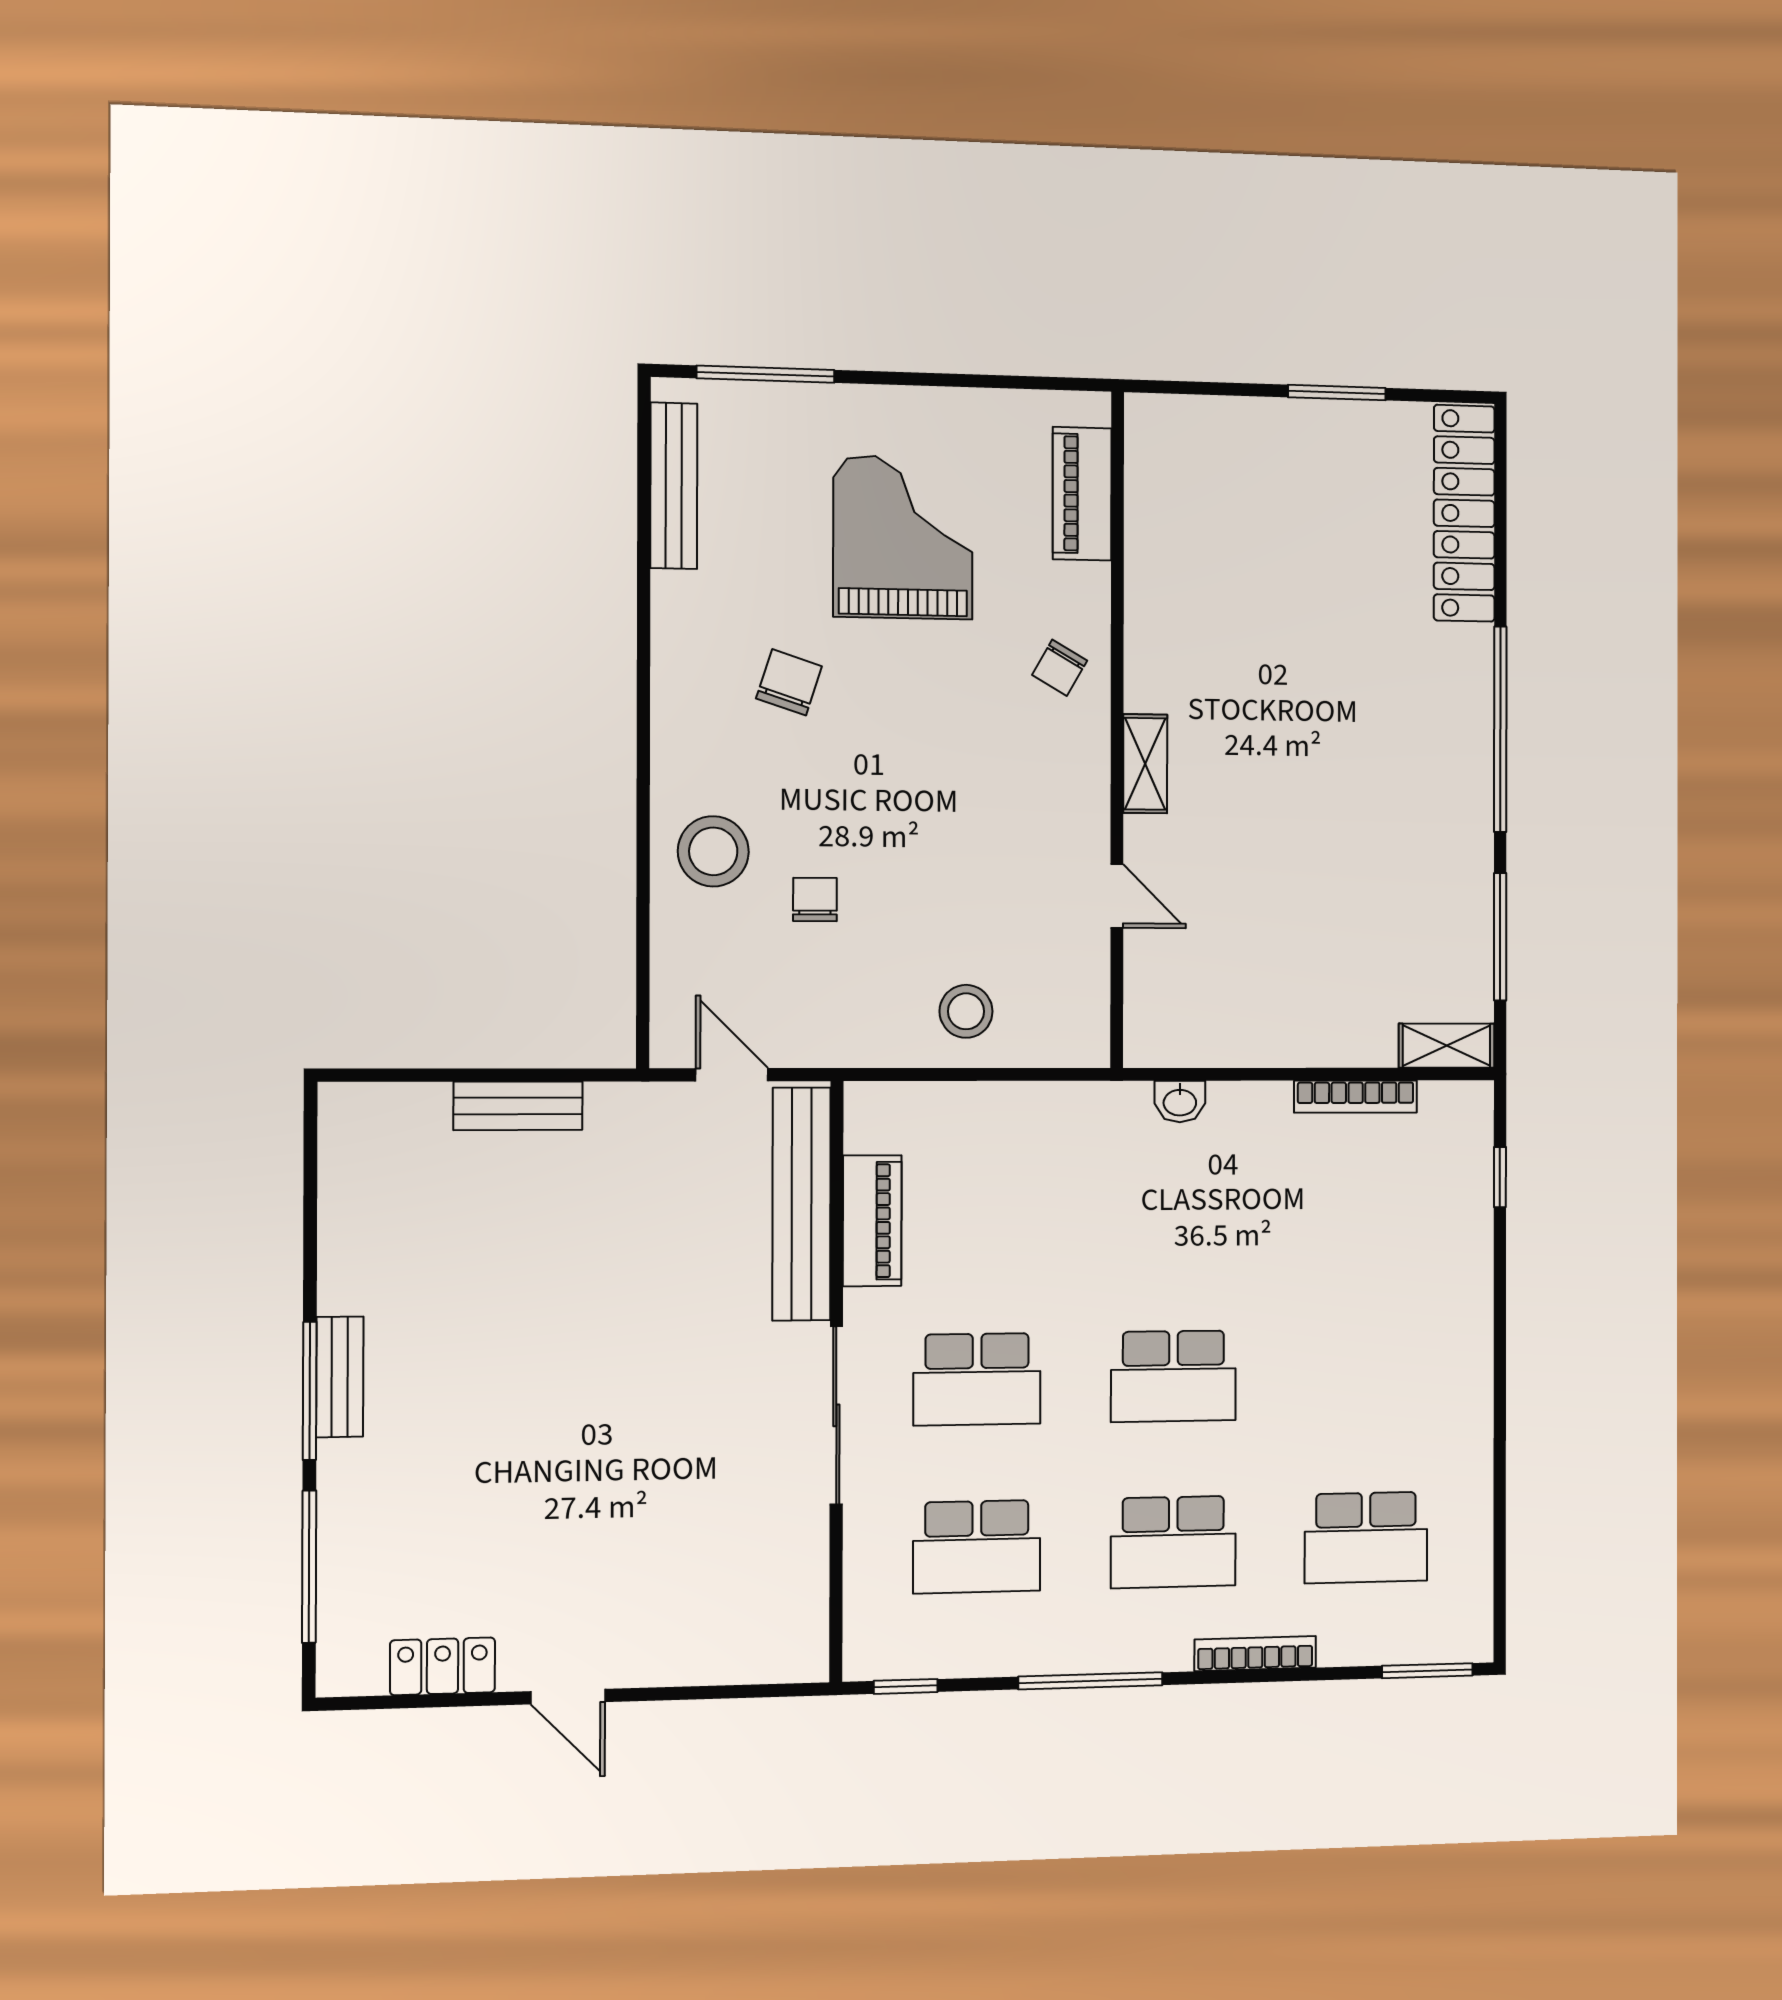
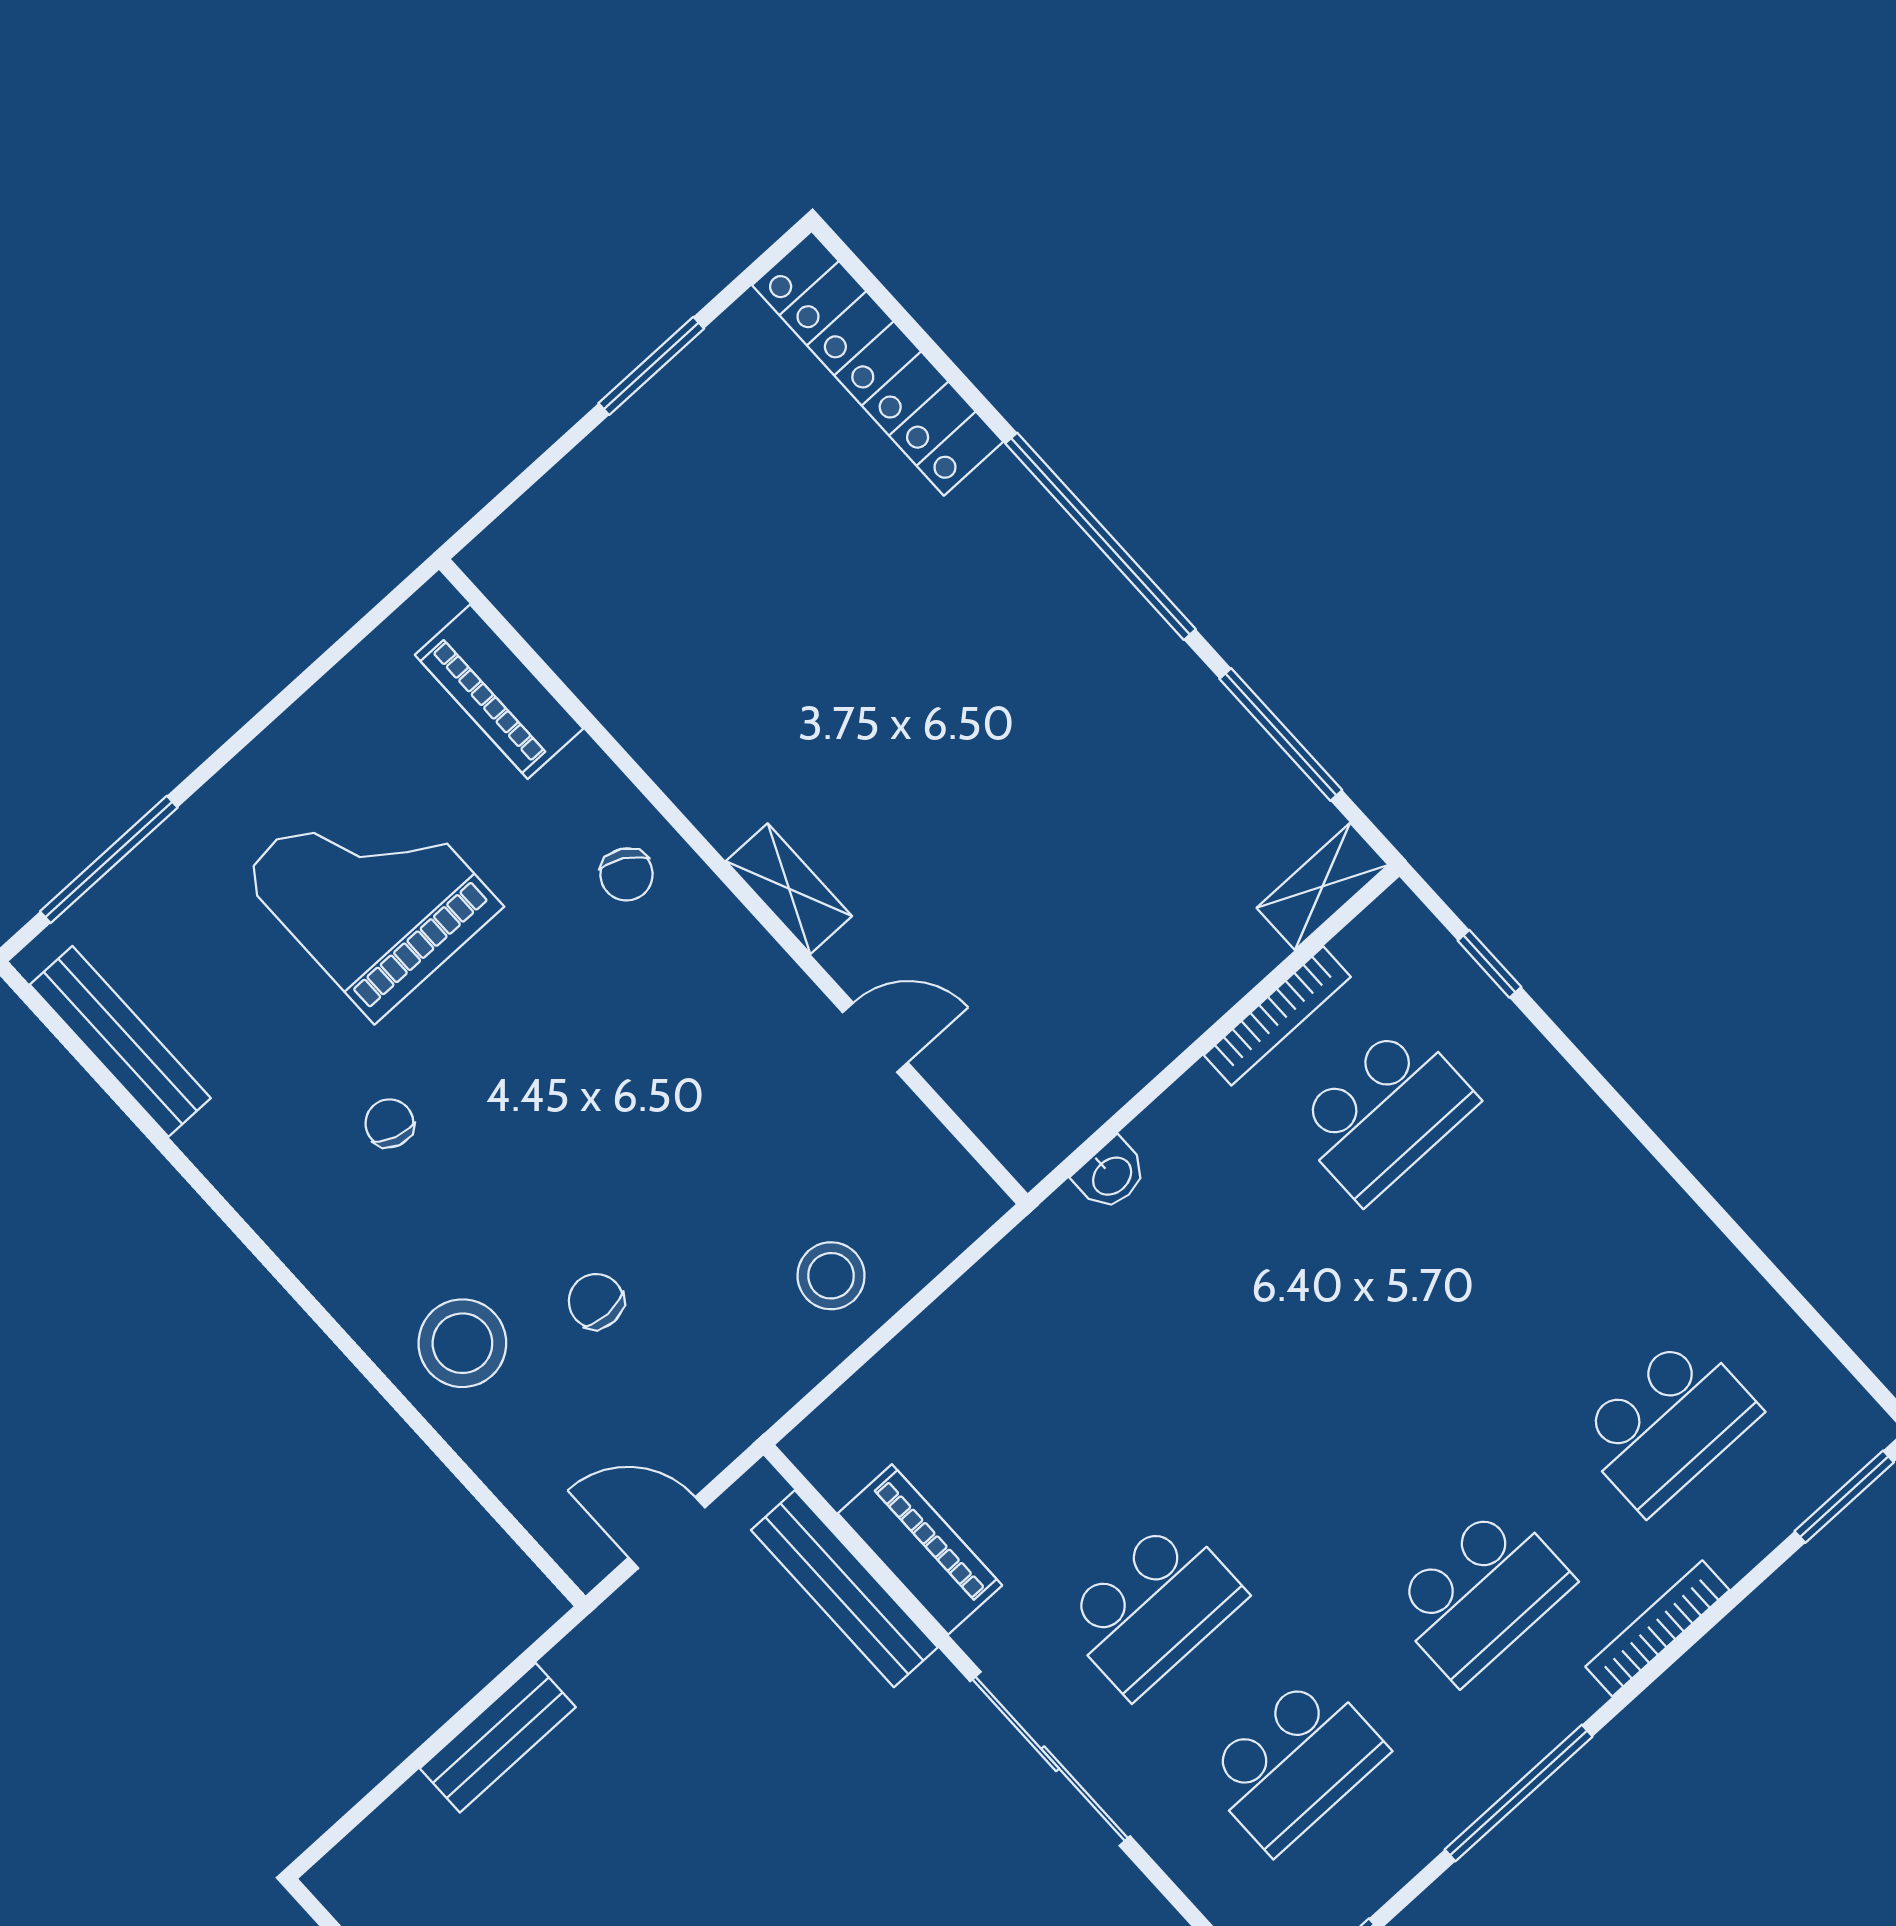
chair: (789, 682) -> (389, 1123), width x0.73, depth x0.73
bench: (801, 1204) -> (844, 1589), width x0.73, depth x0.82
school desk: (1173, 1376) -> (1385, 1113), moved

